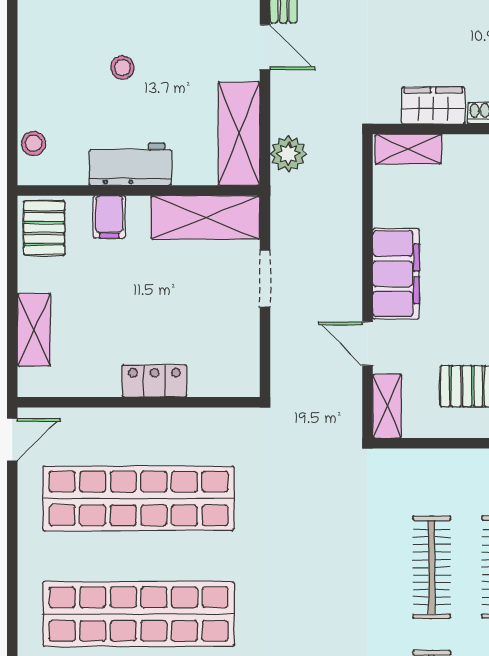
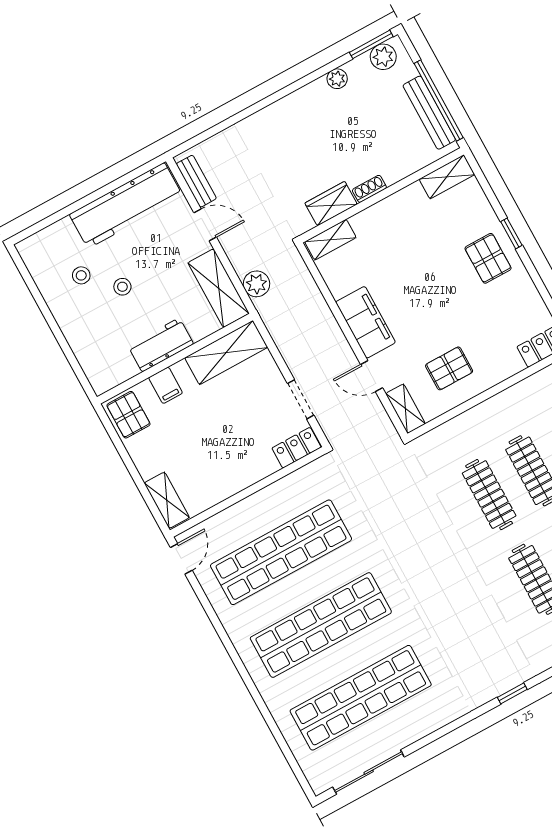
stool: (34, 143) -> (81, 275), moved
doorway: (265, 279) -> (301, 399), moved
shelving: (34, 330) -> (167, 500), moved
locker: (154, 381) -> (296, 448), moved

